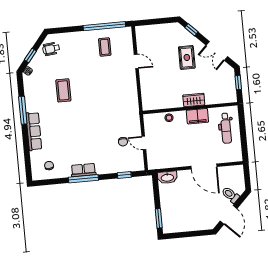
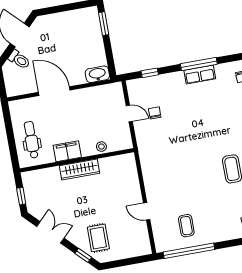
rug: (187, 57) -> (98, 238), moved
wardrobe: (194, 100) -> (80, 169), width x1.50

